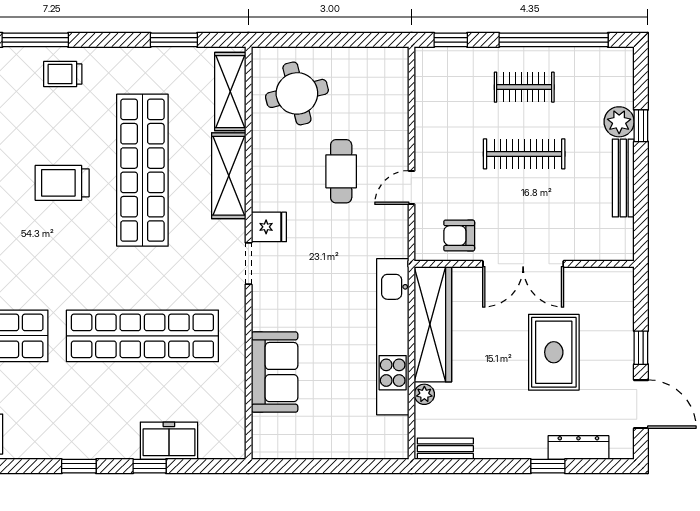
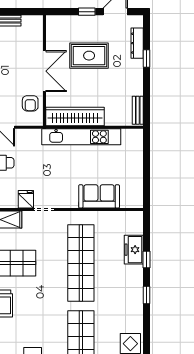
plant: (424, 394) -> (110, 121), removed

